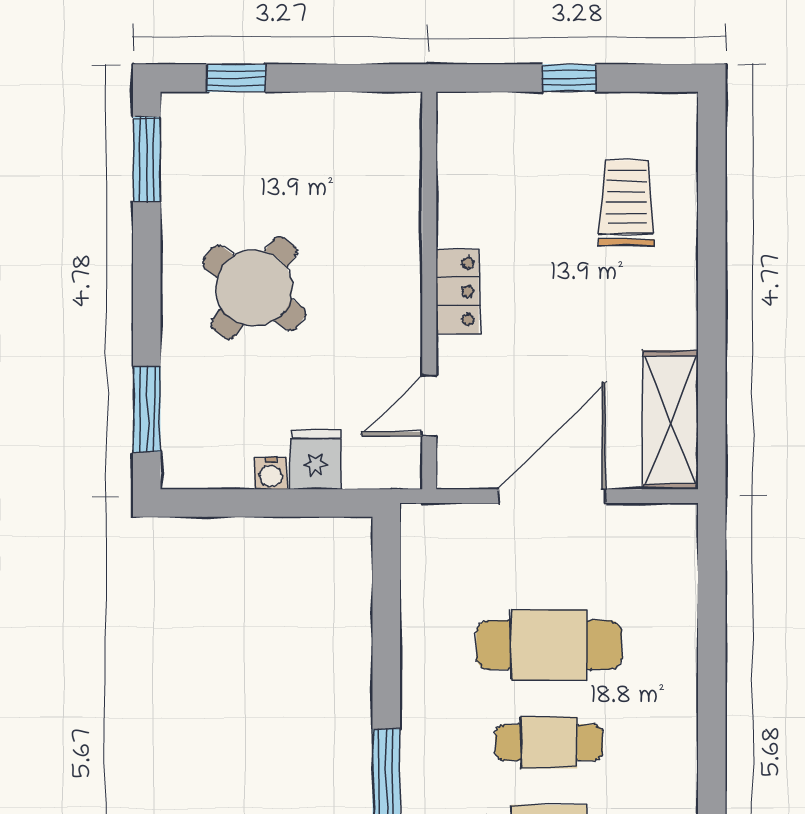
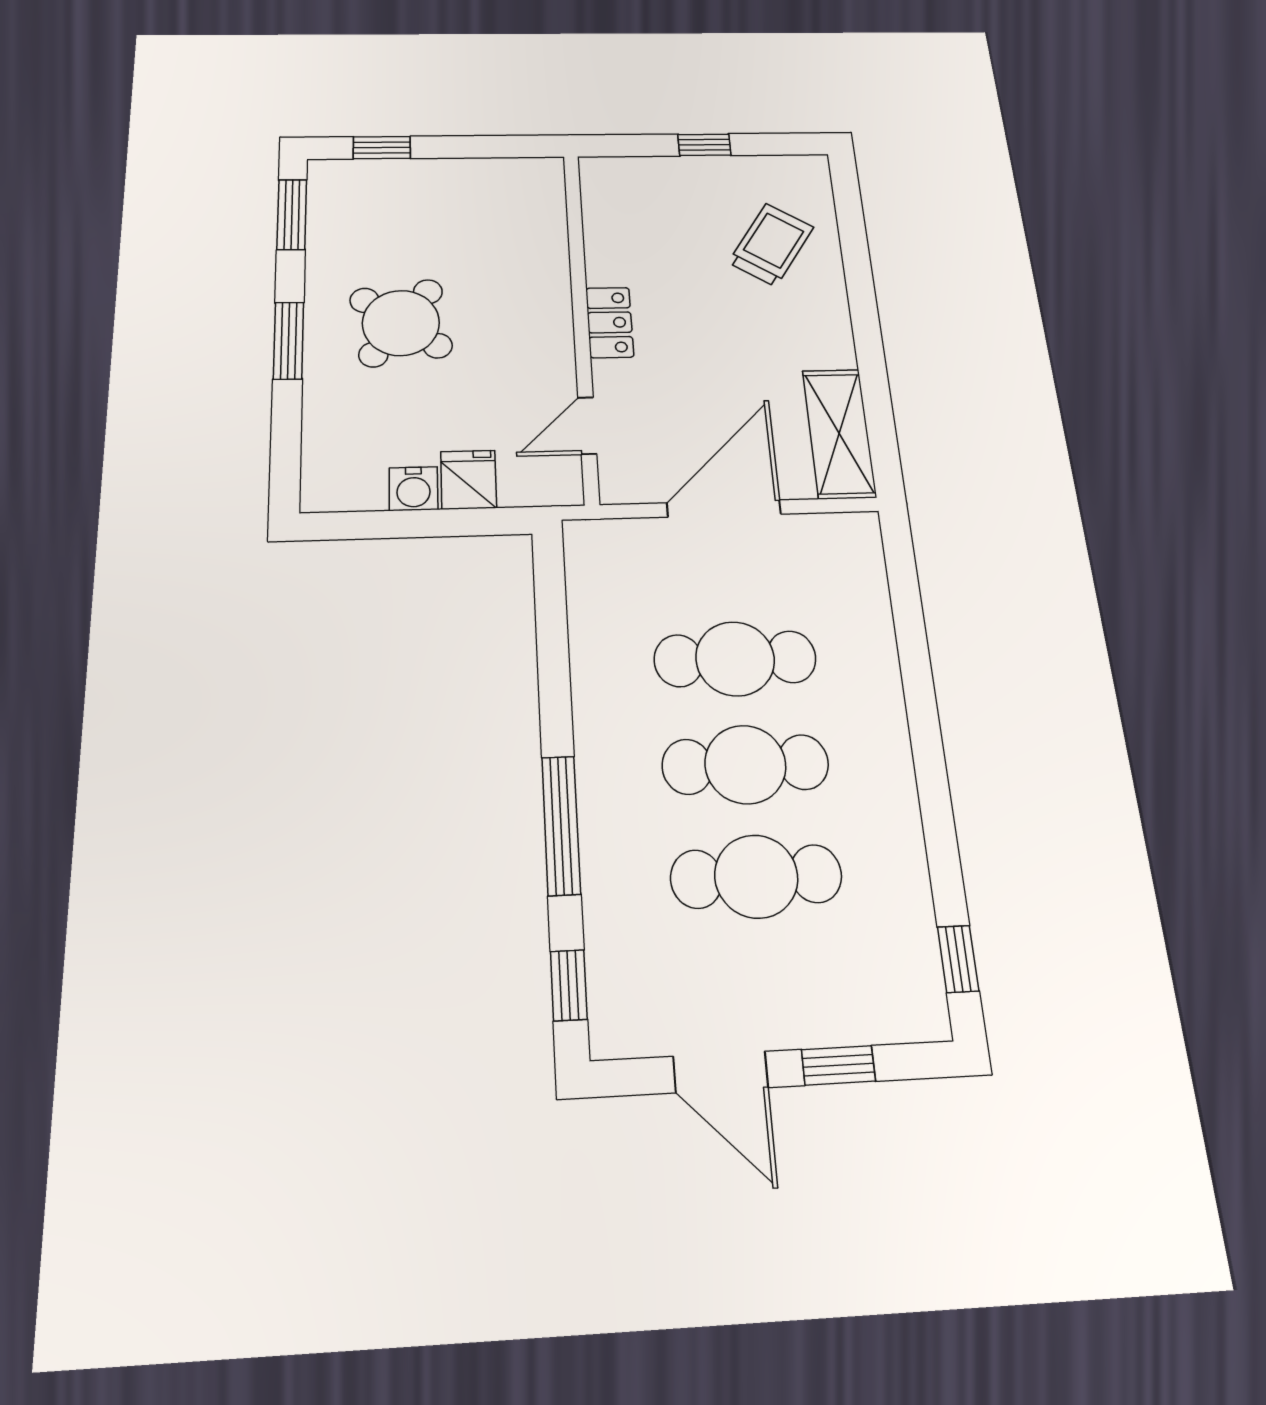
trolley: (626, 203) -> (771, 245), turned 33
window: (147, 409) -> (288, 341), moved
water cooler: (271, 473) -> (413, 489), width x1.38, depth x1.38
cafe table: (549, 743) -> (745, 764), width x1.37, depth x1.35

